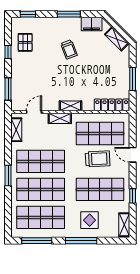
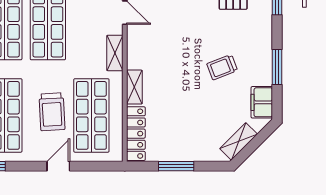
shelving: (70, 106) -> (134, 87), moved

